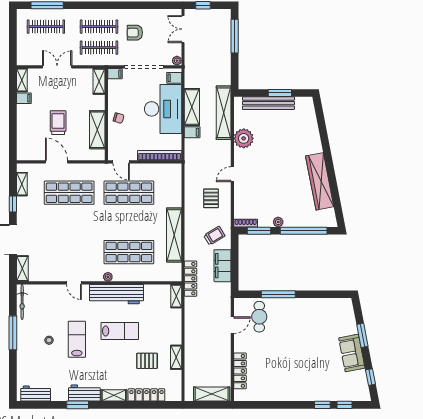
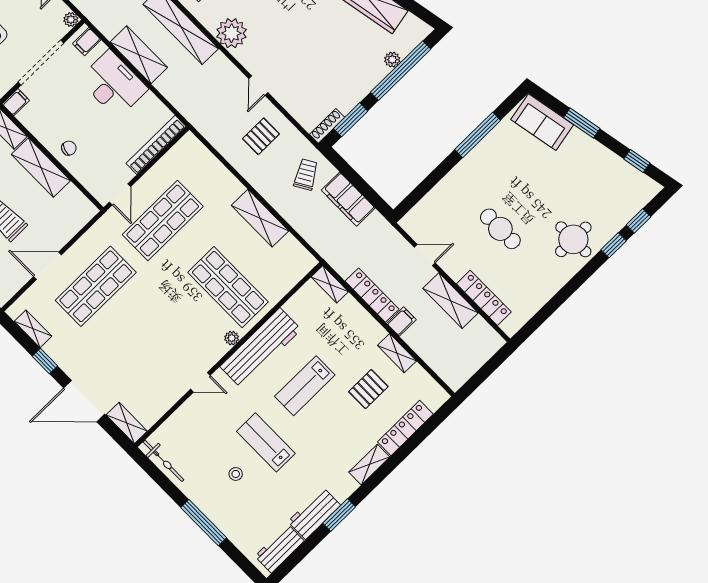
desk: (163, 109) -> (113, 84), width x0.73, depth x0.77
shelving: (97, 130) -> (41, 167), moved
filing cabinet: (192, 132) -> (401, 322), moved
door: (121, 162) -> (120, 194), hinge flipped
pallet: (211, 198) -> (261, 136), turned 90
plant: (278, 222) -> (392, 60), moved
shelving: (174, 235) -> (260, 218), width x0.68
shop shelf: (129, 252) -> (228, 287), turned 90
locker: (191, 279) -> (372, 295), moved
window: (278, 294) -> (478, 135), moved
cafe table: (259, 317) -> (500, 229), moved
door: (232, 325) -> (425, 255), hinge flipped
lab bench: (120, 331) -> (305, 386), turned 180
window: (13, 333) -> (204, 523), moved
sofa: (352, 353) -> (542, 122), moved
round table: (307, 384) -> (573, 239), added
workbench: (84, 393) -> (314, 513), moved
shelving: (212, 394) -> (450, 301), moved, turned 90

